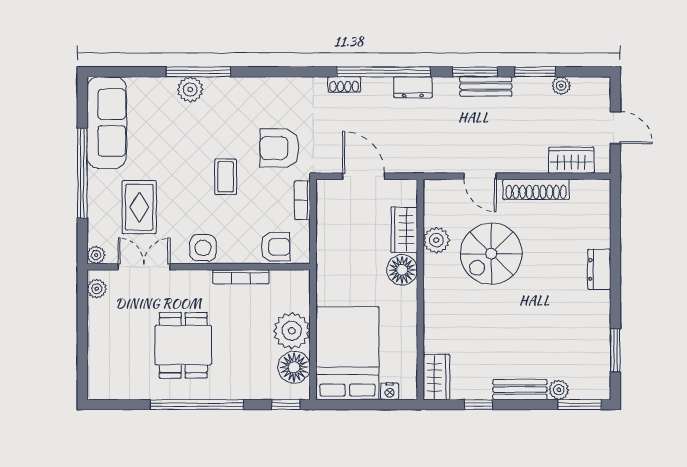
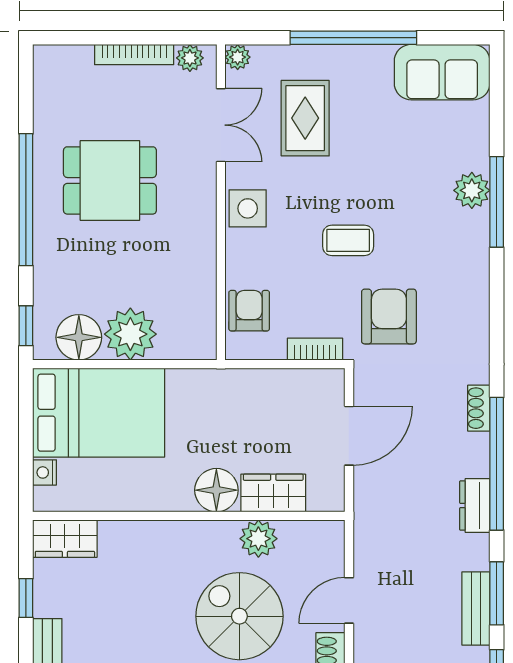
sofa: (107, 123) -> (442, 72), width x0.73
rug: (139, 207) -> (305, 118), turned 90
armchair: (275, 247) -> (249, 311), turned 180
bookcase: (241, 277) -> (134, 55), moved, turned -90

